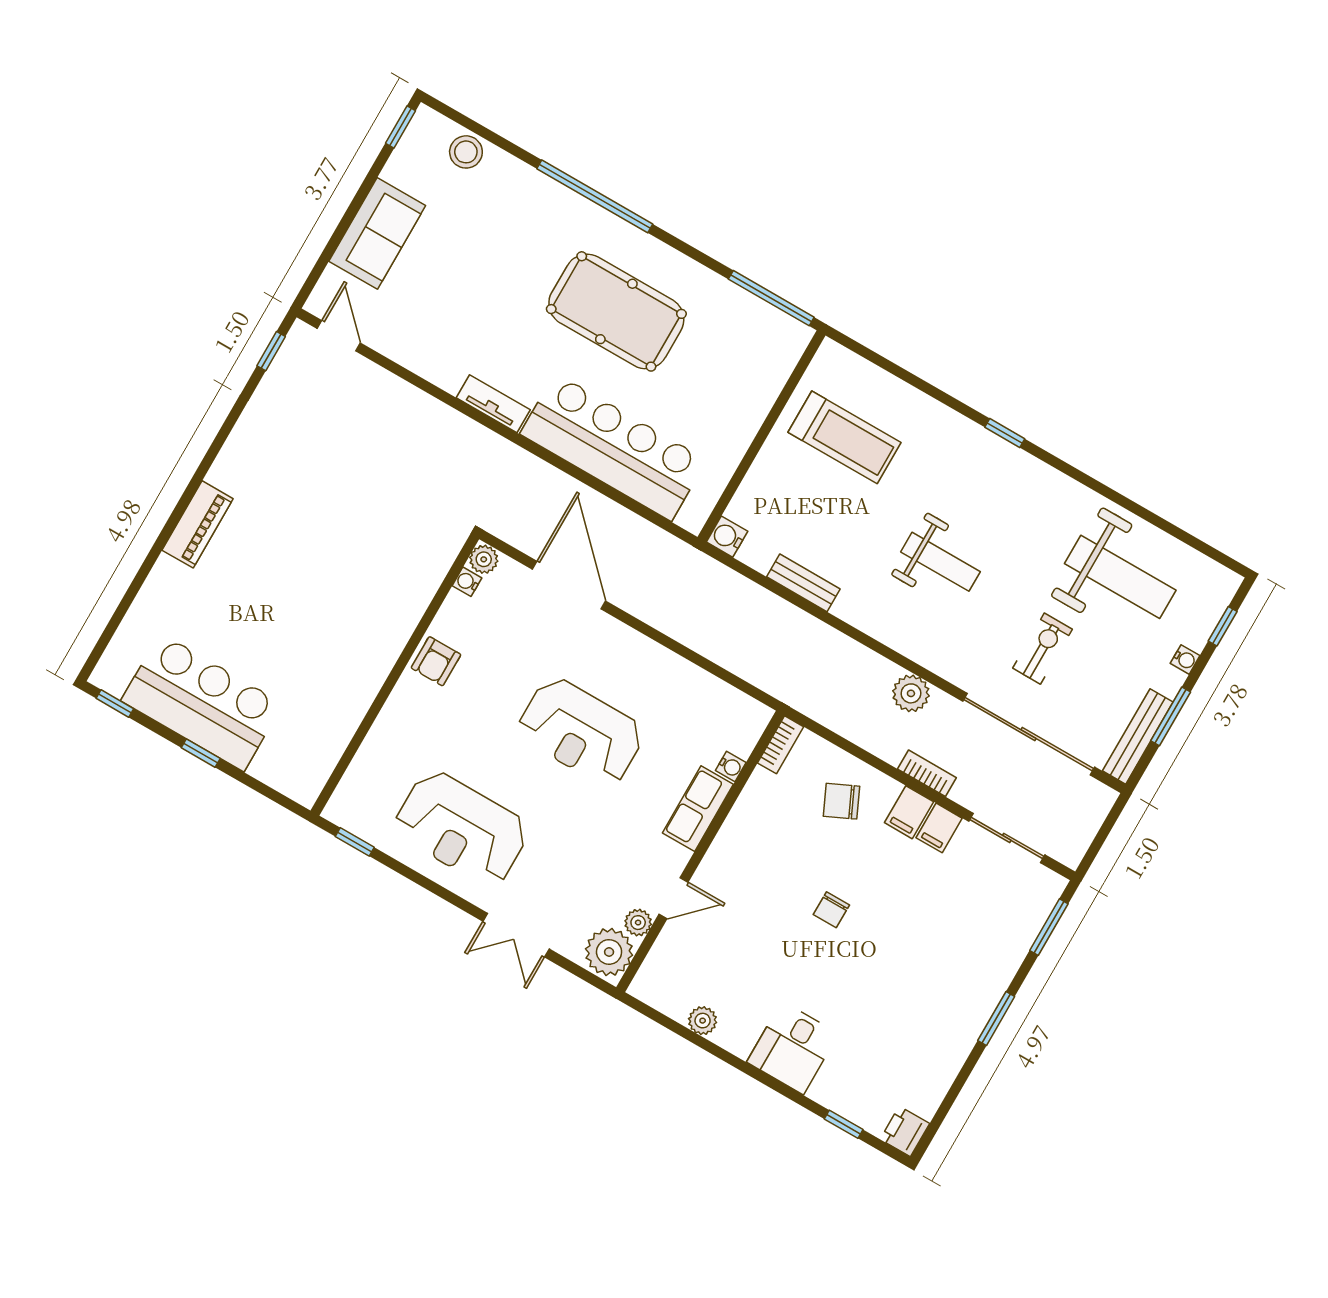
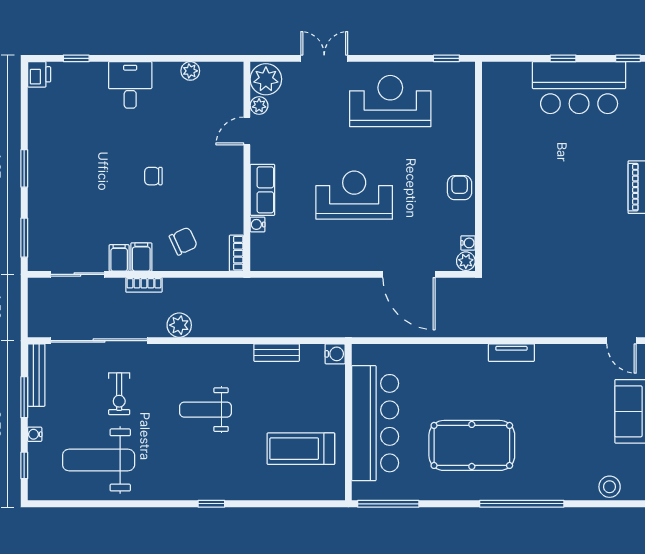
bar counter: (613, 447) -> (375, 423), moved, turned -90
chair: (831, 910) -> (153, 176), turned -90

